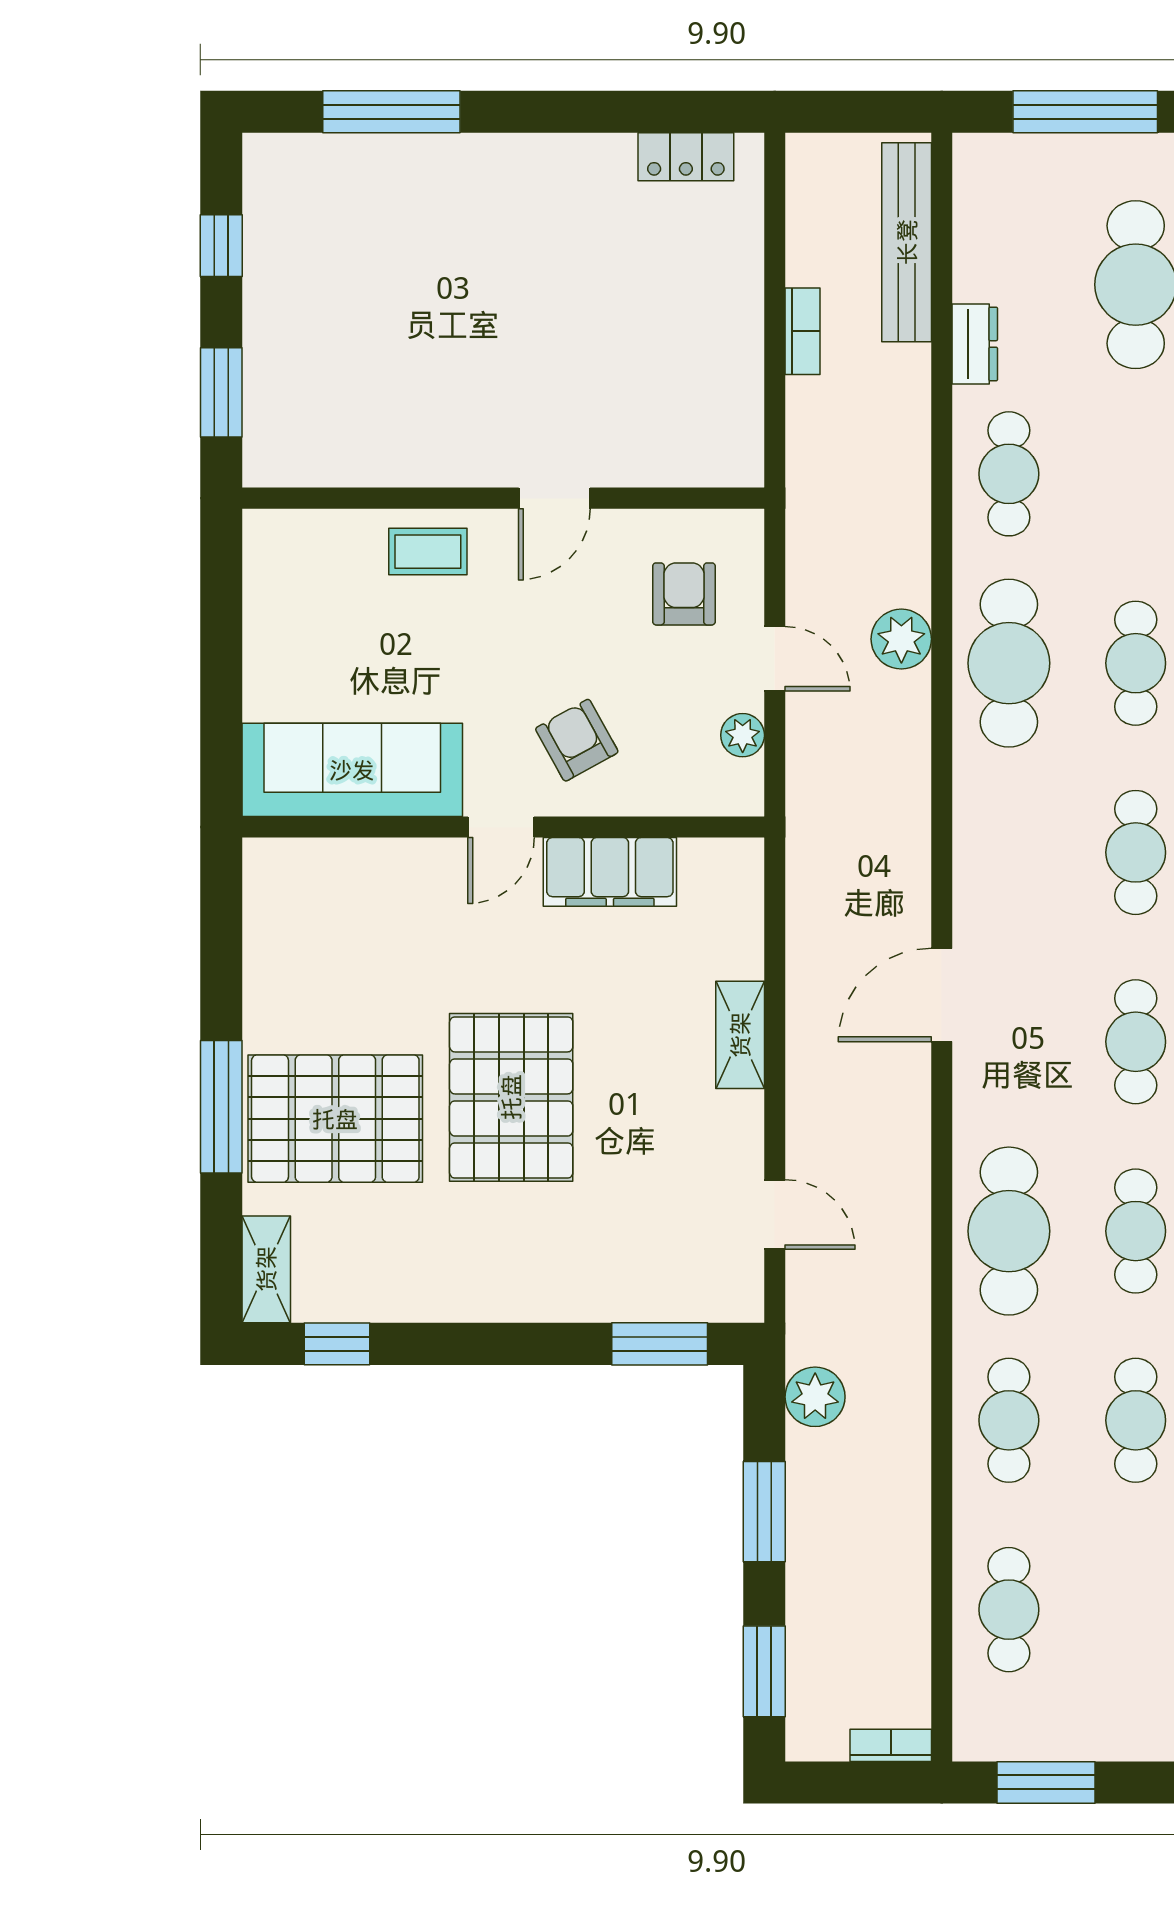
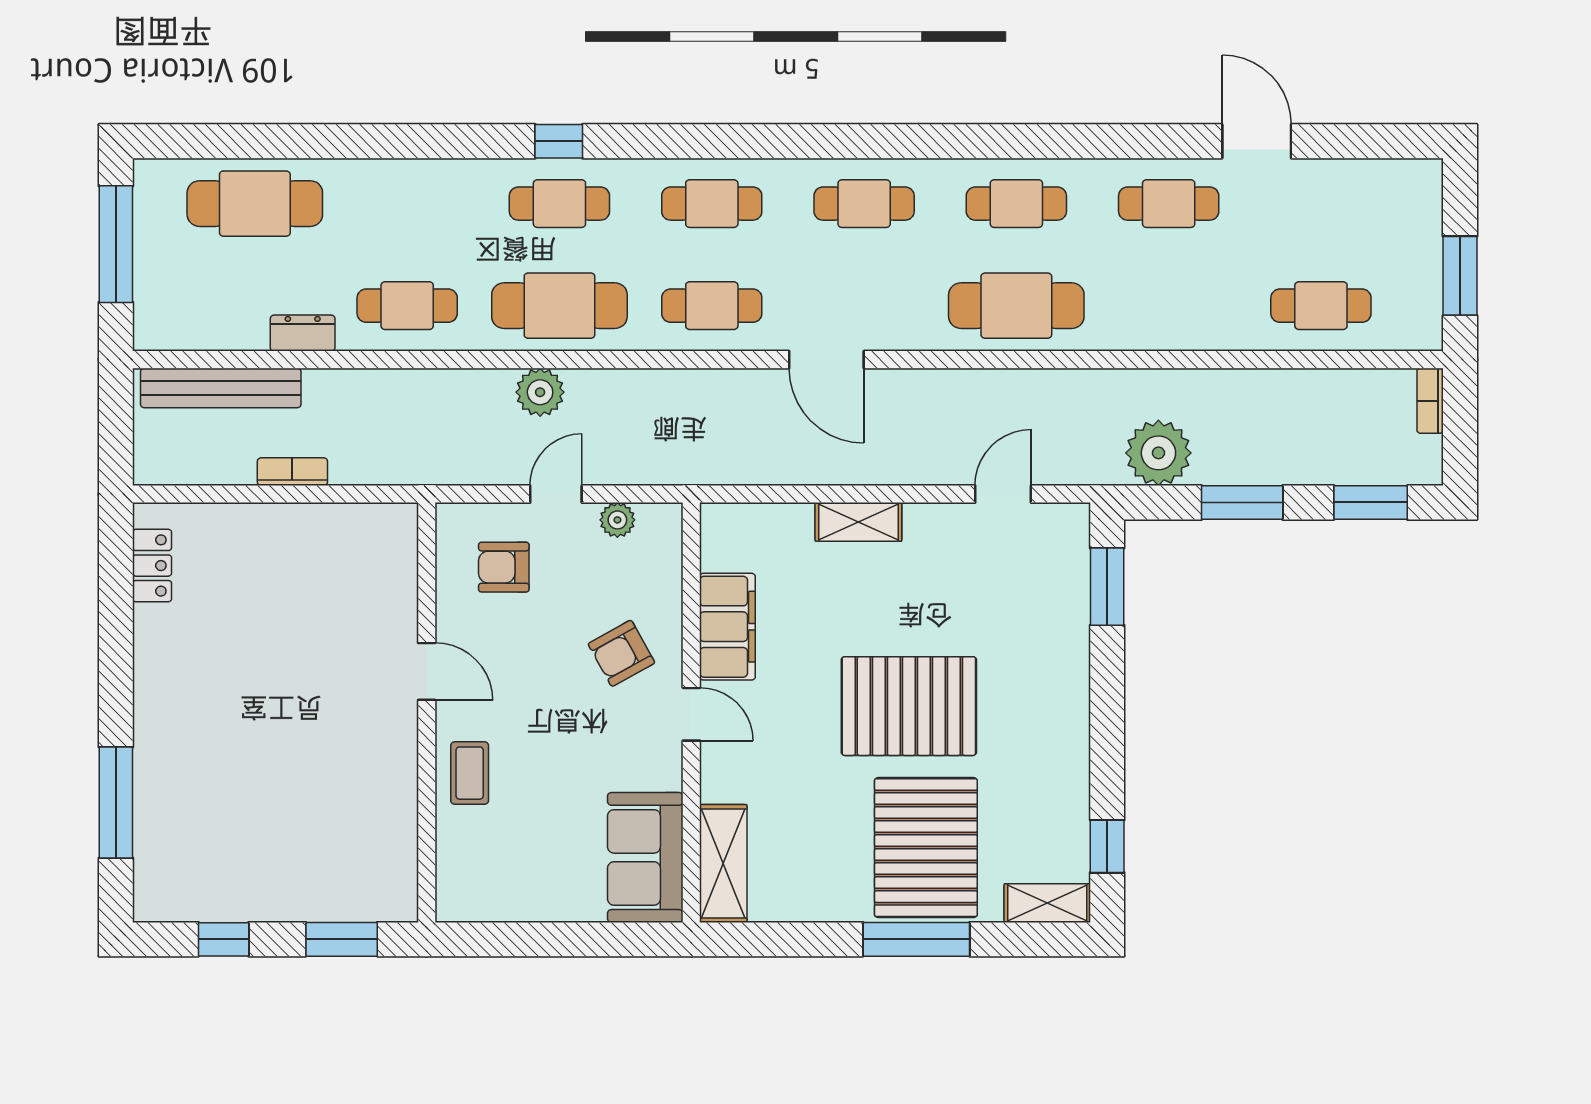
sofa: (352, 770) -> (645, 857), width x0.73
shelving: (316, 867) -> (723, 863), added
plant: (815, 1397) -> (1158, 453), width x1.36, depth x1.36
cafe table: (1009, 1420) -> (712, 306), moved

